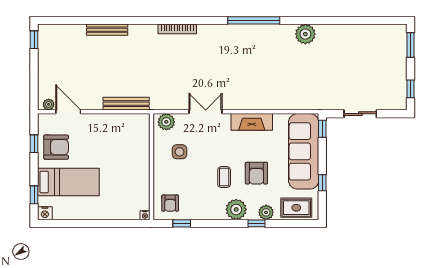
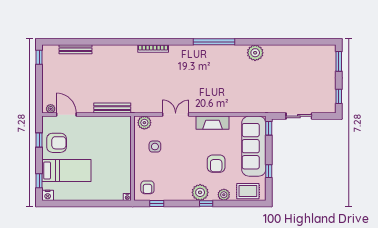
bench: (107, 30) -> (75, 49), moved
coffee table: (224, 177) -> (190, 167), removed
window: (256, 223) -> (206, 204), moved

